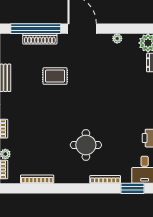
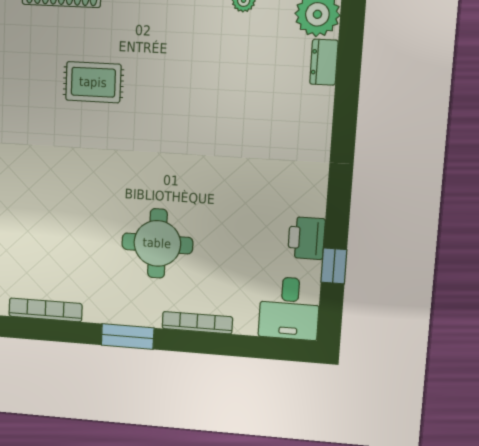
window: (132, 188) -> (128, 336), moved

